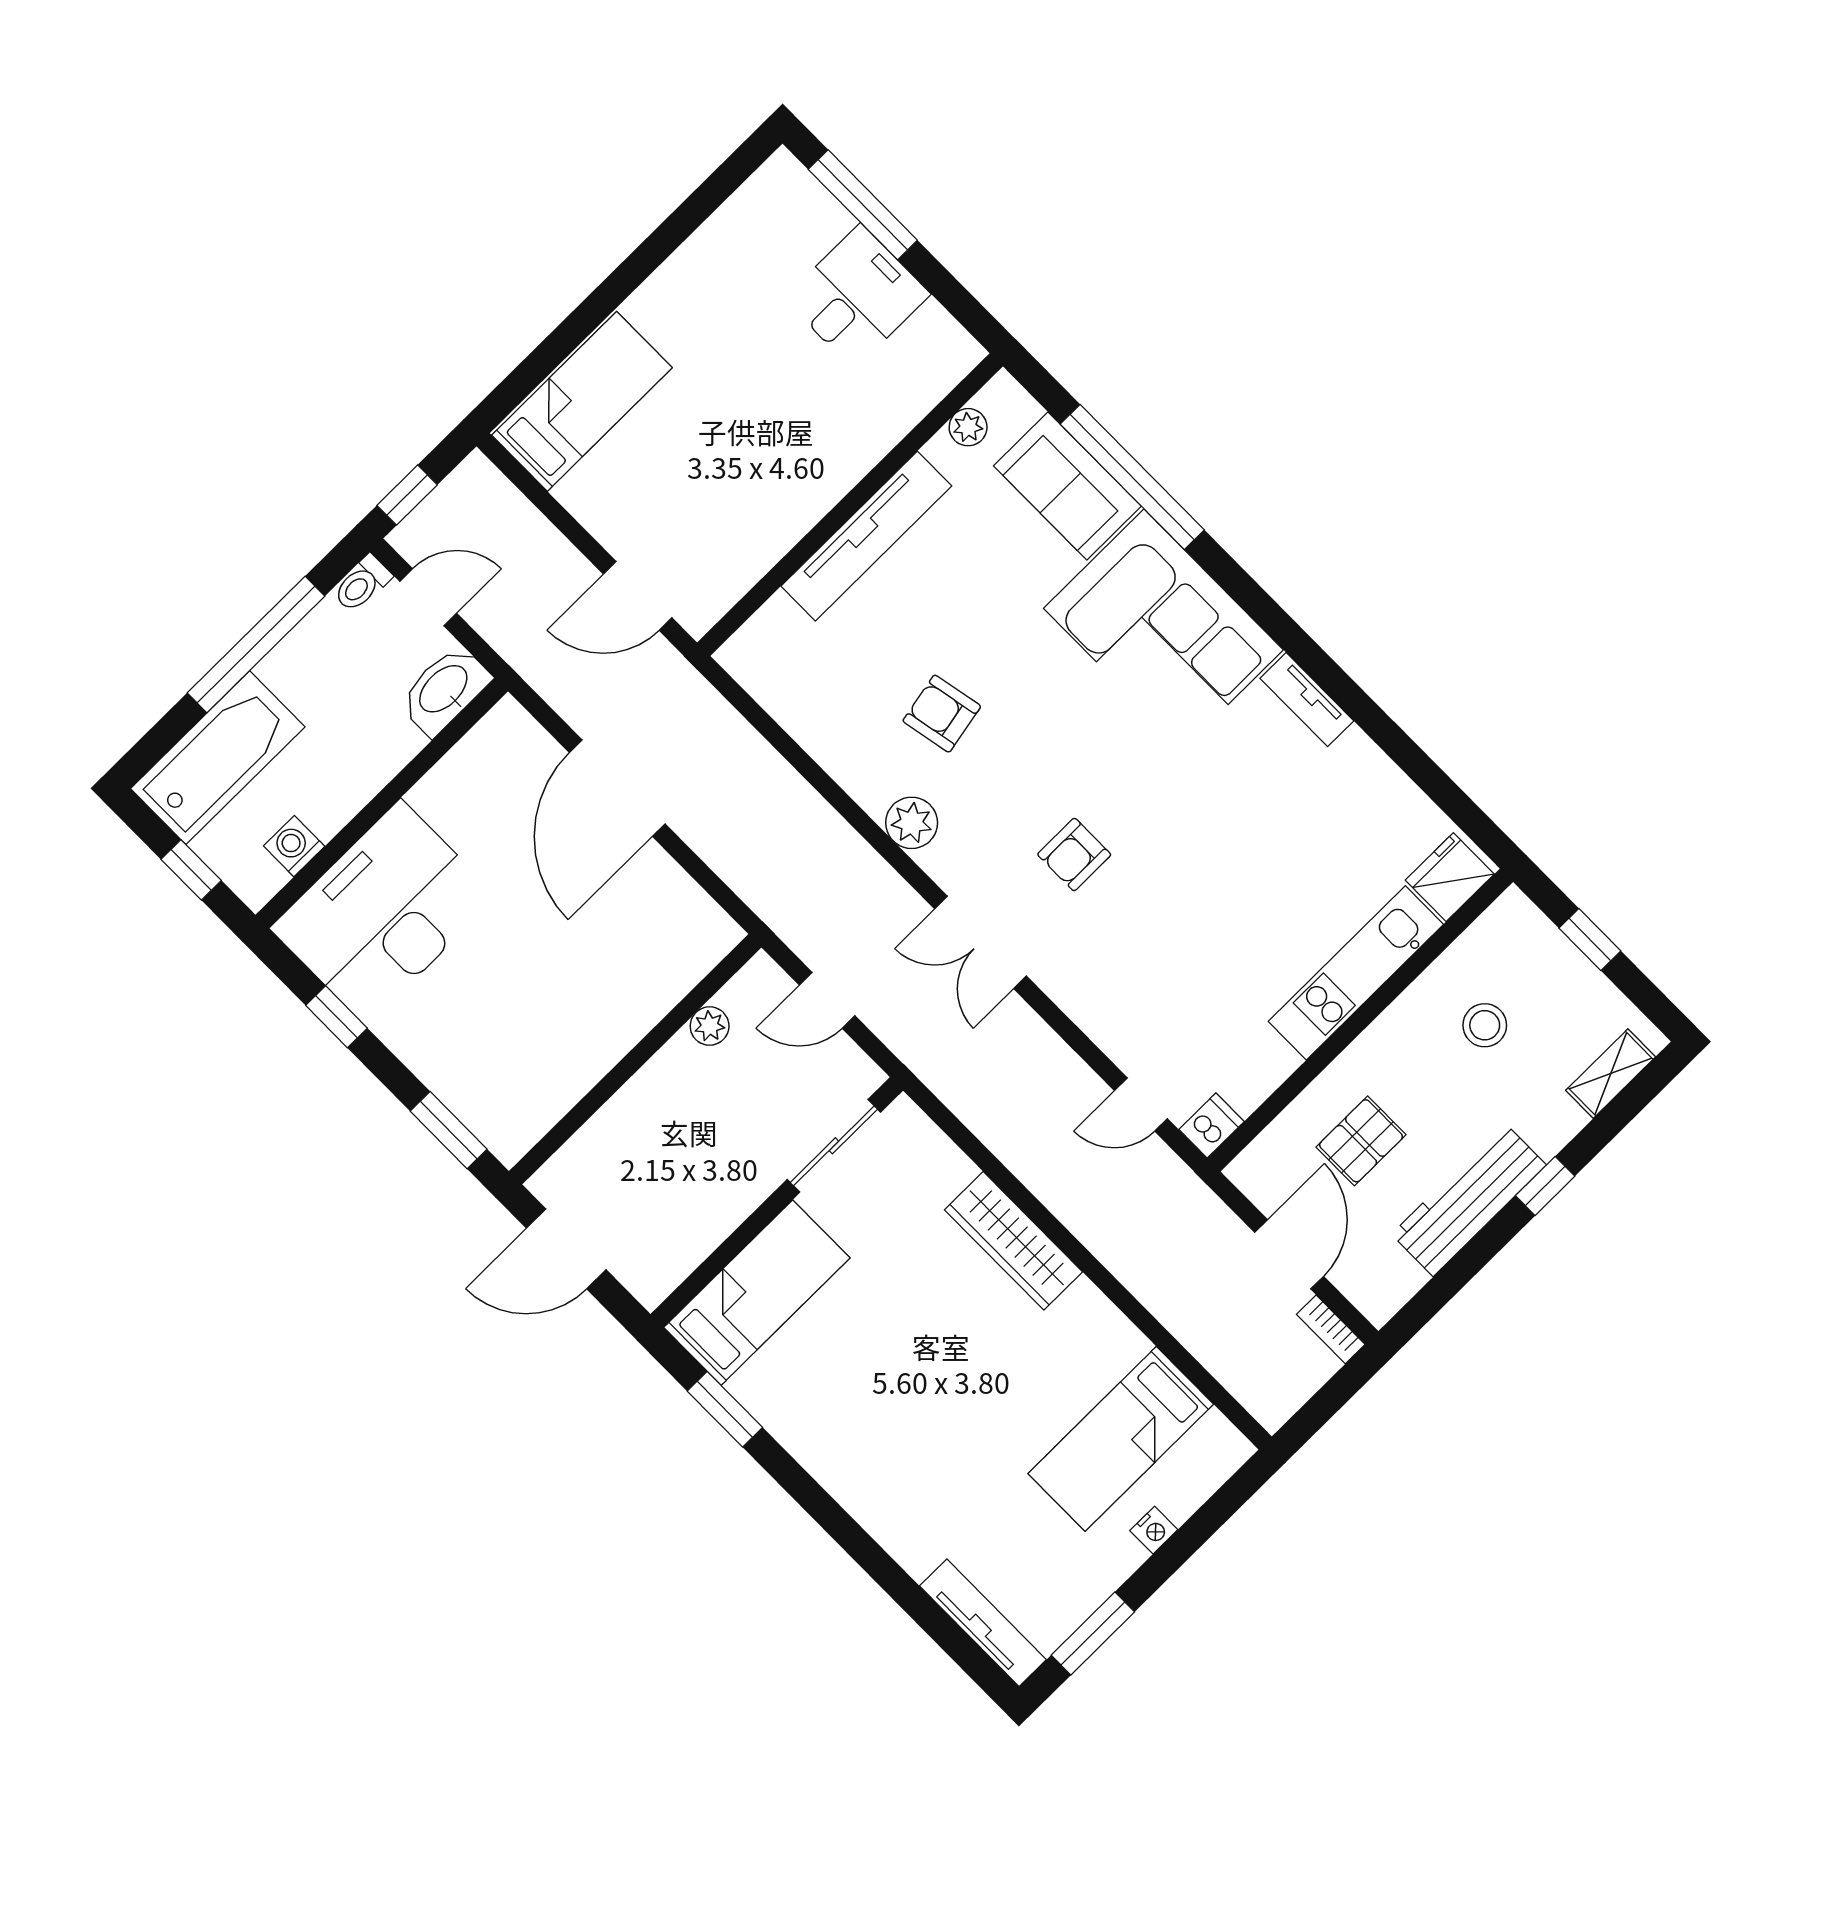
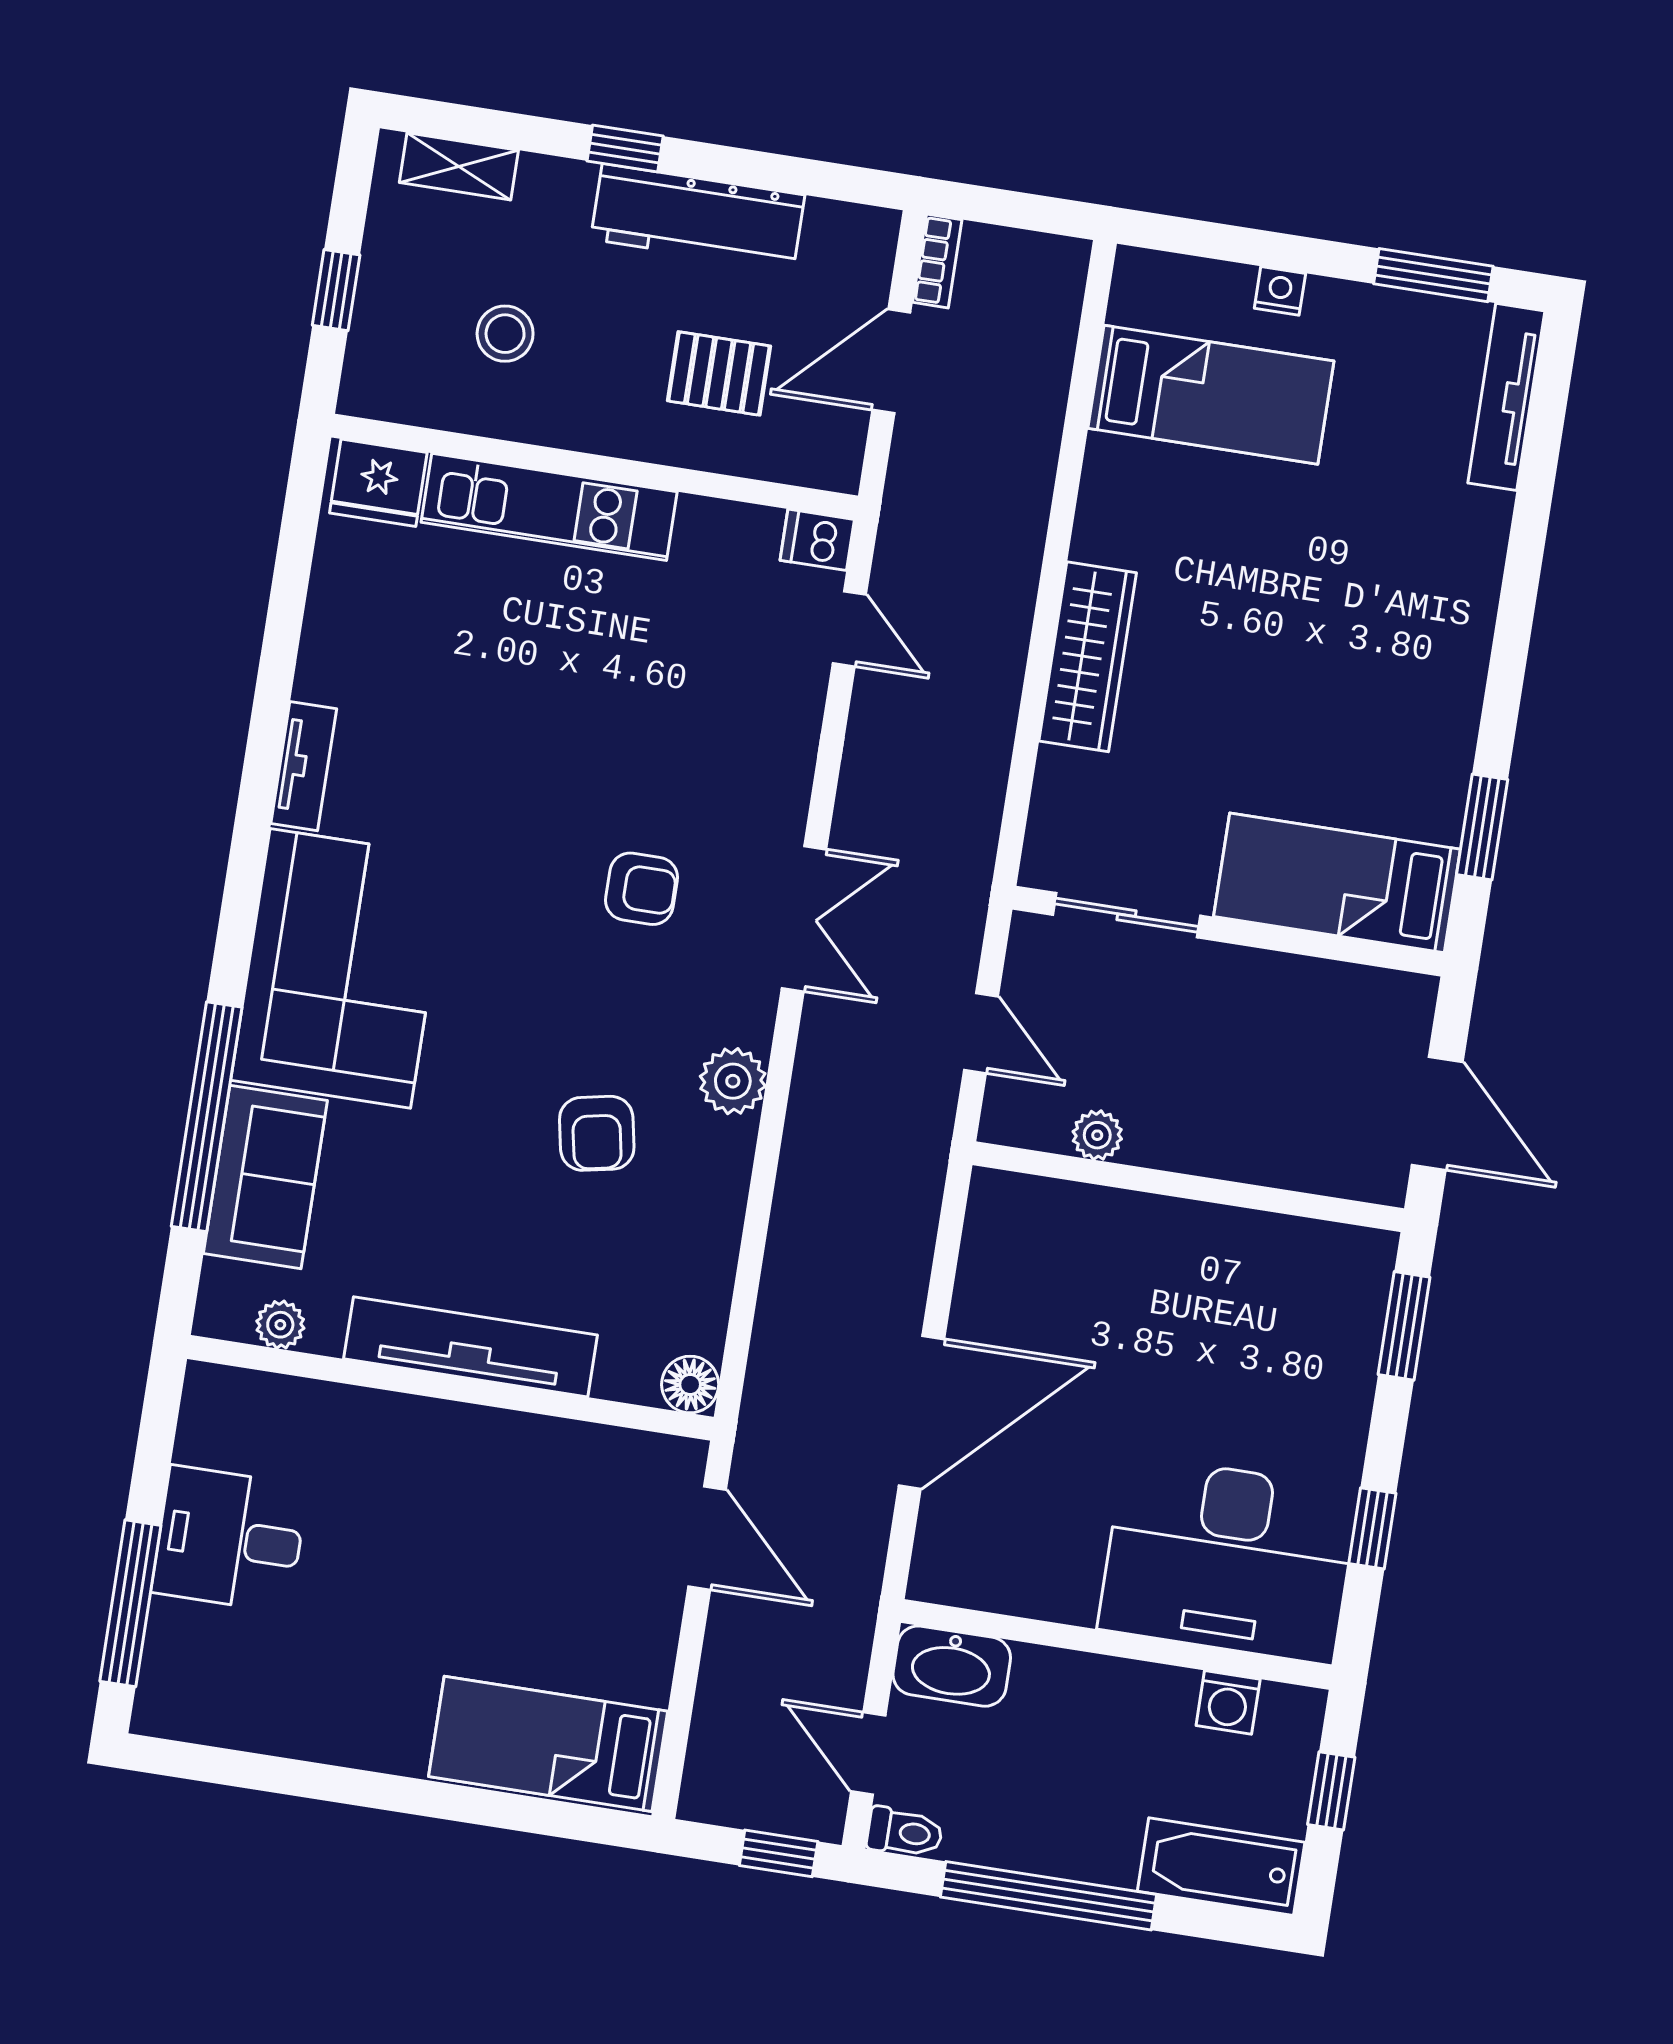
floor lamp: (741, 656) -> (690, 1385), added
bathtub: (218, 758) -> (1221, 1867), width x0.73, depth x0.73

